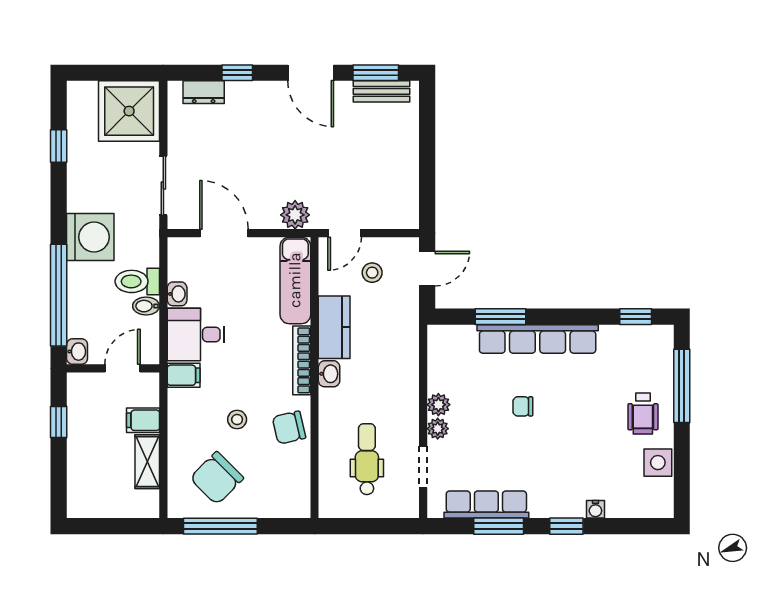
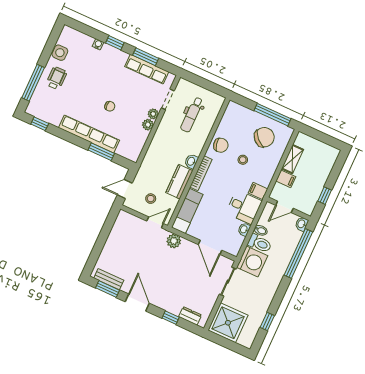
washing machine: (90, 237) -> (252, 262), moved, turned 180

